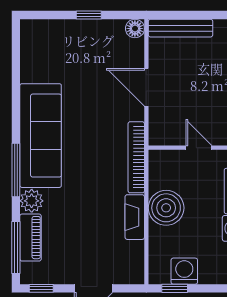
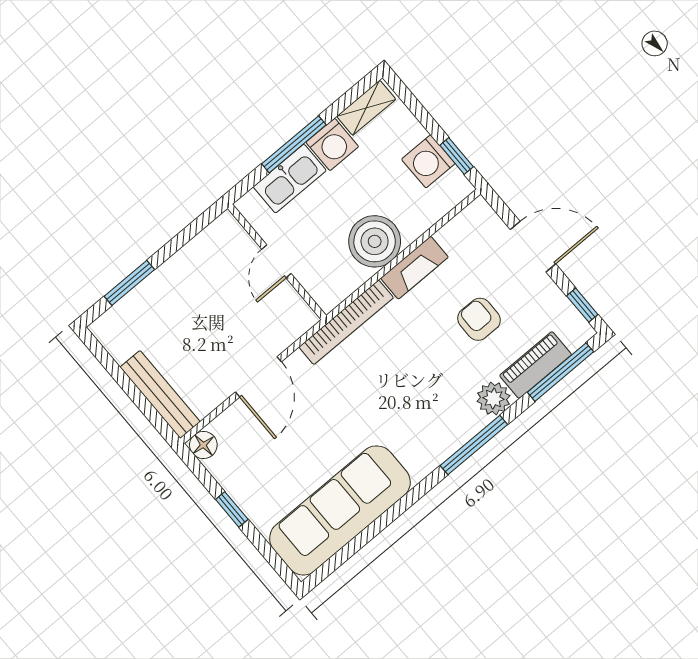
sofa: (41, 136) -> (340, 510), moved
armchair: (79, 228) -> (479, 319), added

